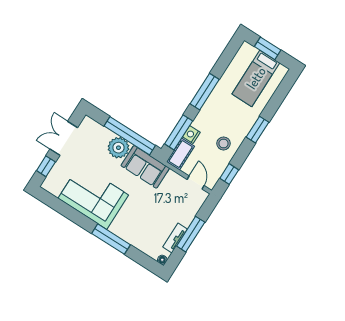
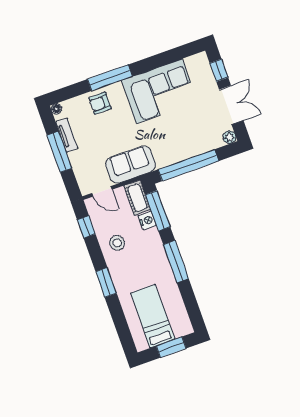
plant: (118, 148) -> (229, 137), moved, width x0.53, depth x0.53
sofa: (145, 167) -> (131, 165), moved
armchair: (134, 232) -> (100, 103), added

